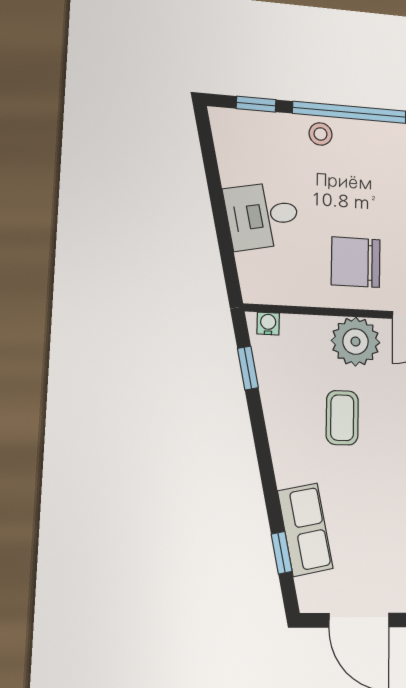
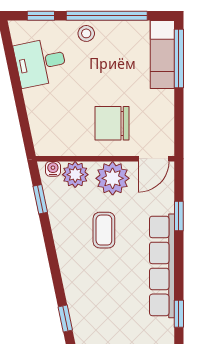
desk: (262, 216) -> (40, 62), moved
plant: (301, 334) -> (75, 175), added
row of seats: (305, 529) -> (80, 304), removed

